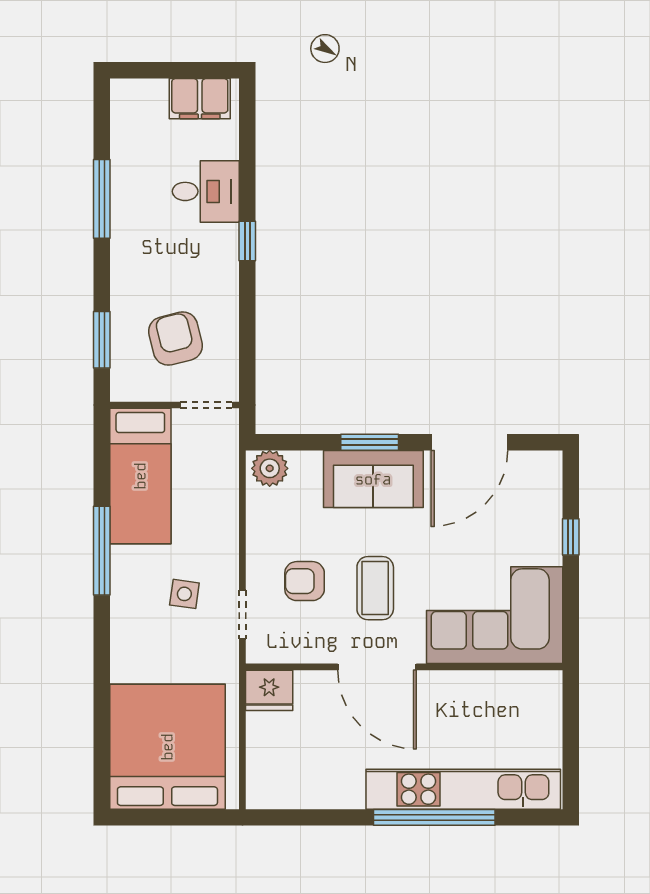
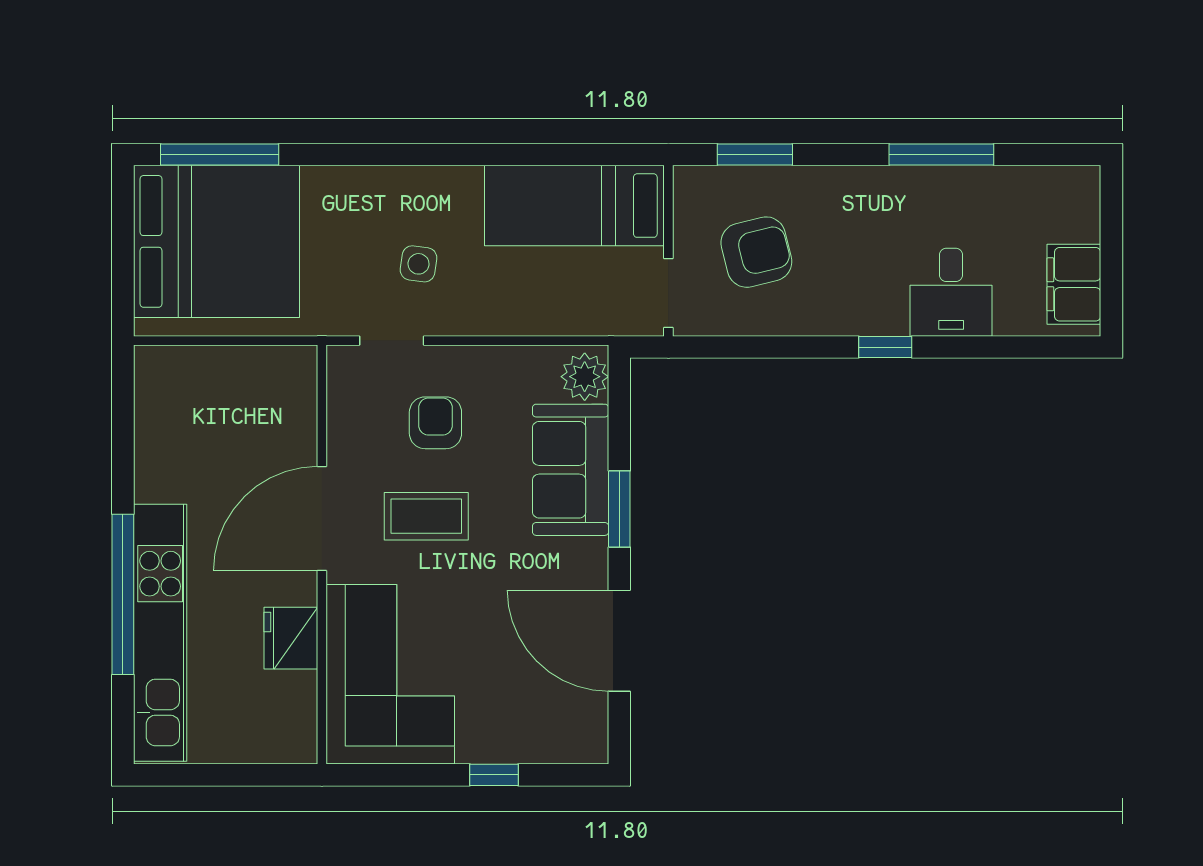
sofa: (373, 479) -> (571, 470), moved
window: (102, 551) -> (220, 154), moved
fridge: (269, 690) -> (291, 638), moved

